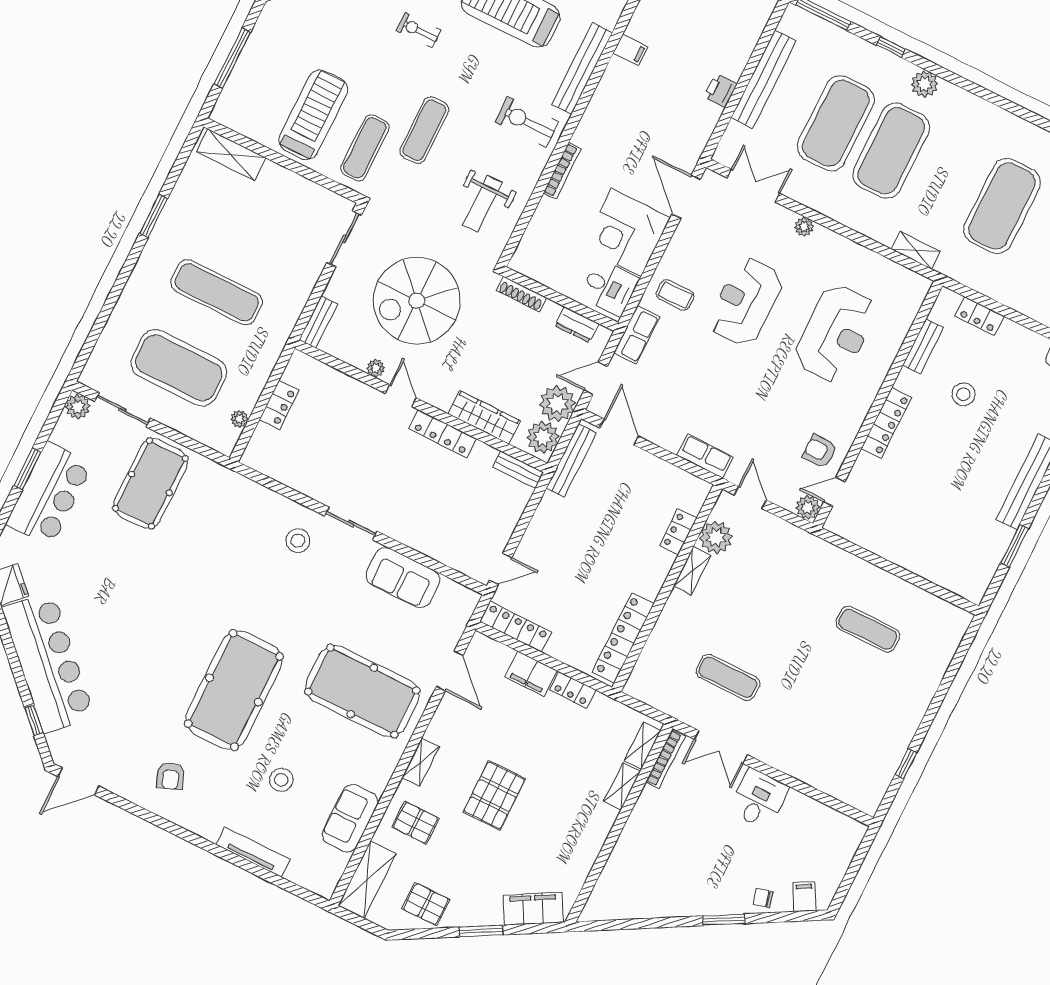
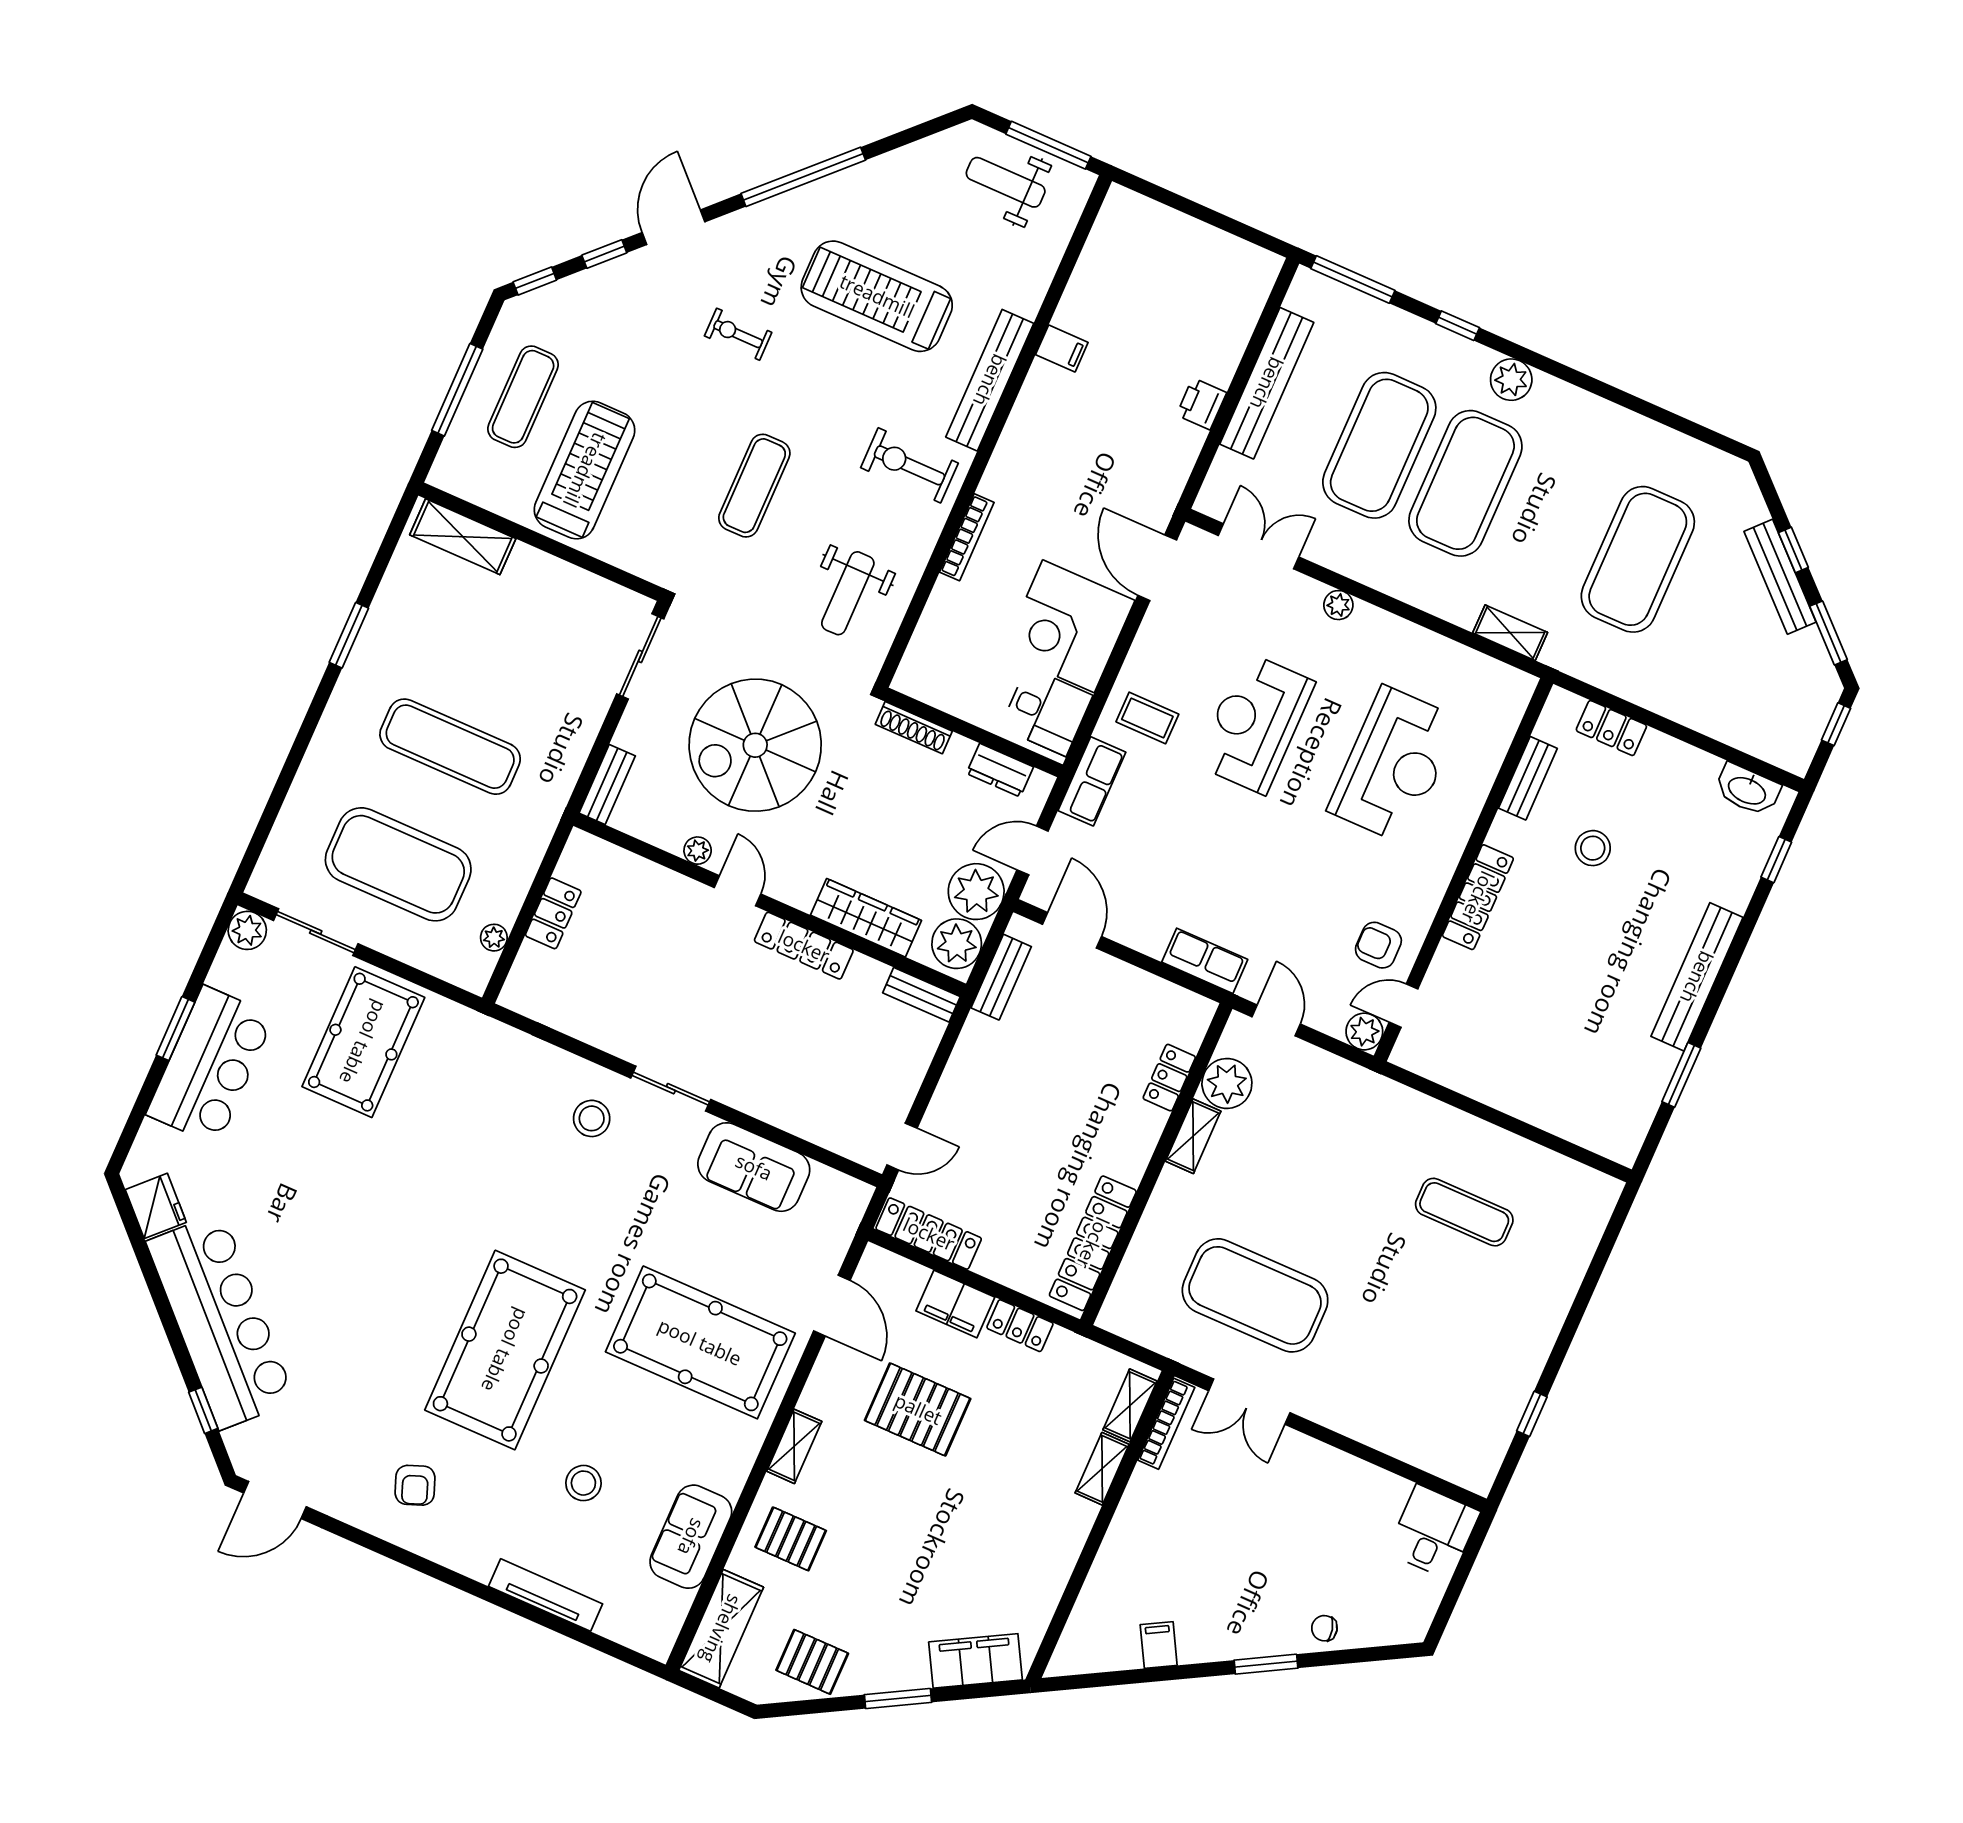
exercise mat: (365, 148) -> (523, 397), moved
bench: (571, 461) -> (1001, 977), width x0.73
exercise mat: (728, 677) -> (1255, 1295), width x2.00, depth x1.45
pallet: (494, 795) -> (918, 1409), moved, turned 90
desk: (759, 799) -> (1433, 1532), moved
filing cabinet: (804, 897) -> (1159, 1645), moved

